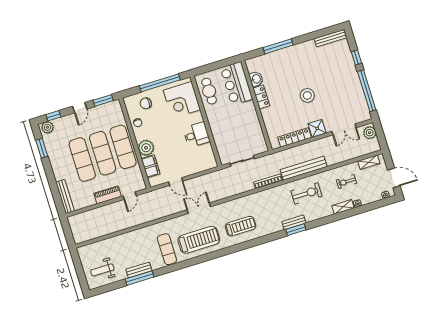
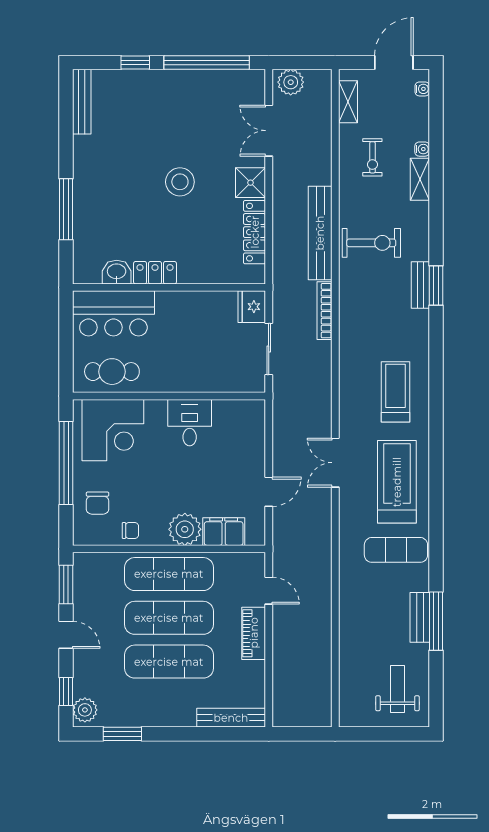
double door: (344, 129) -> (269, 131), swing flipped
fridge: (259, 147) -> (252, 307), added
exercise bike: (306, 193) -> (371, 243), turned 90
weight bench: (102, 270) -> (397, 689), turned 180

